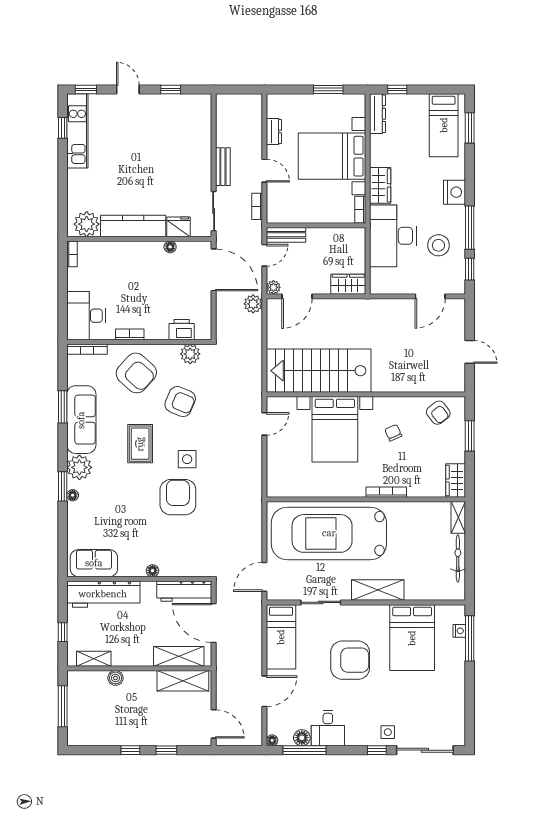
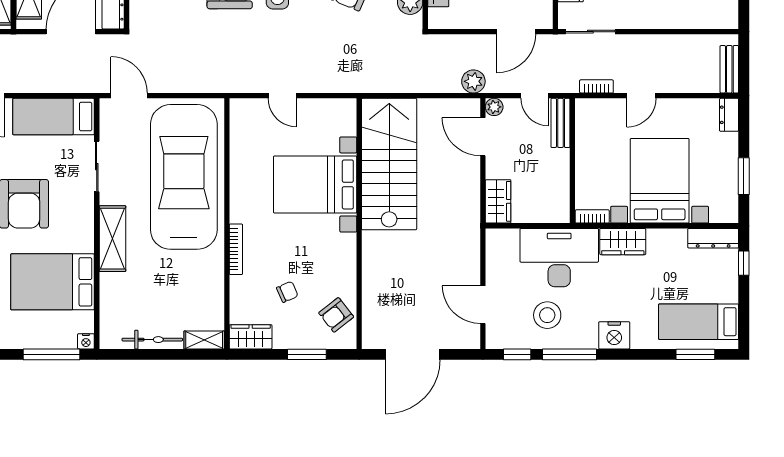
dresser: (274, 132) -> (729, 115), moved, turned 90
bench: (223, 167) -> (729, 69), moved, turned 90
door: (214, 270) -> (516, 32), width x0.73
door: (470, 352) -> (413, 354), width x1.88
door: (264, 424) -> (282, 96), moved
chair: (393, 433) -> (287, 292), moved
nightstand: (459, 631) -> (86, 341), moved

